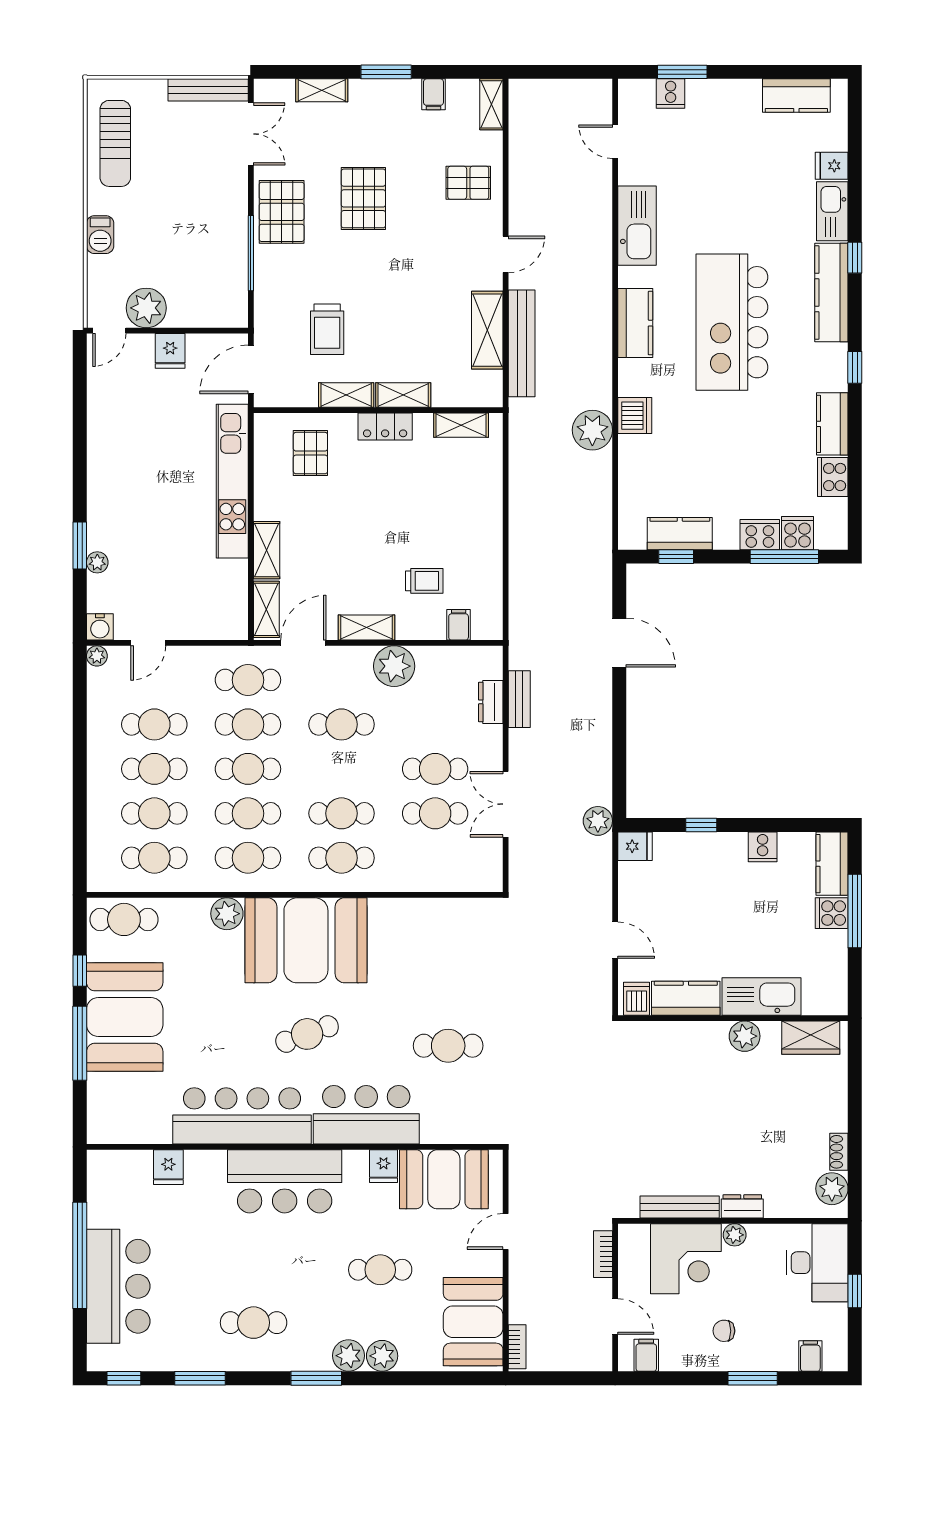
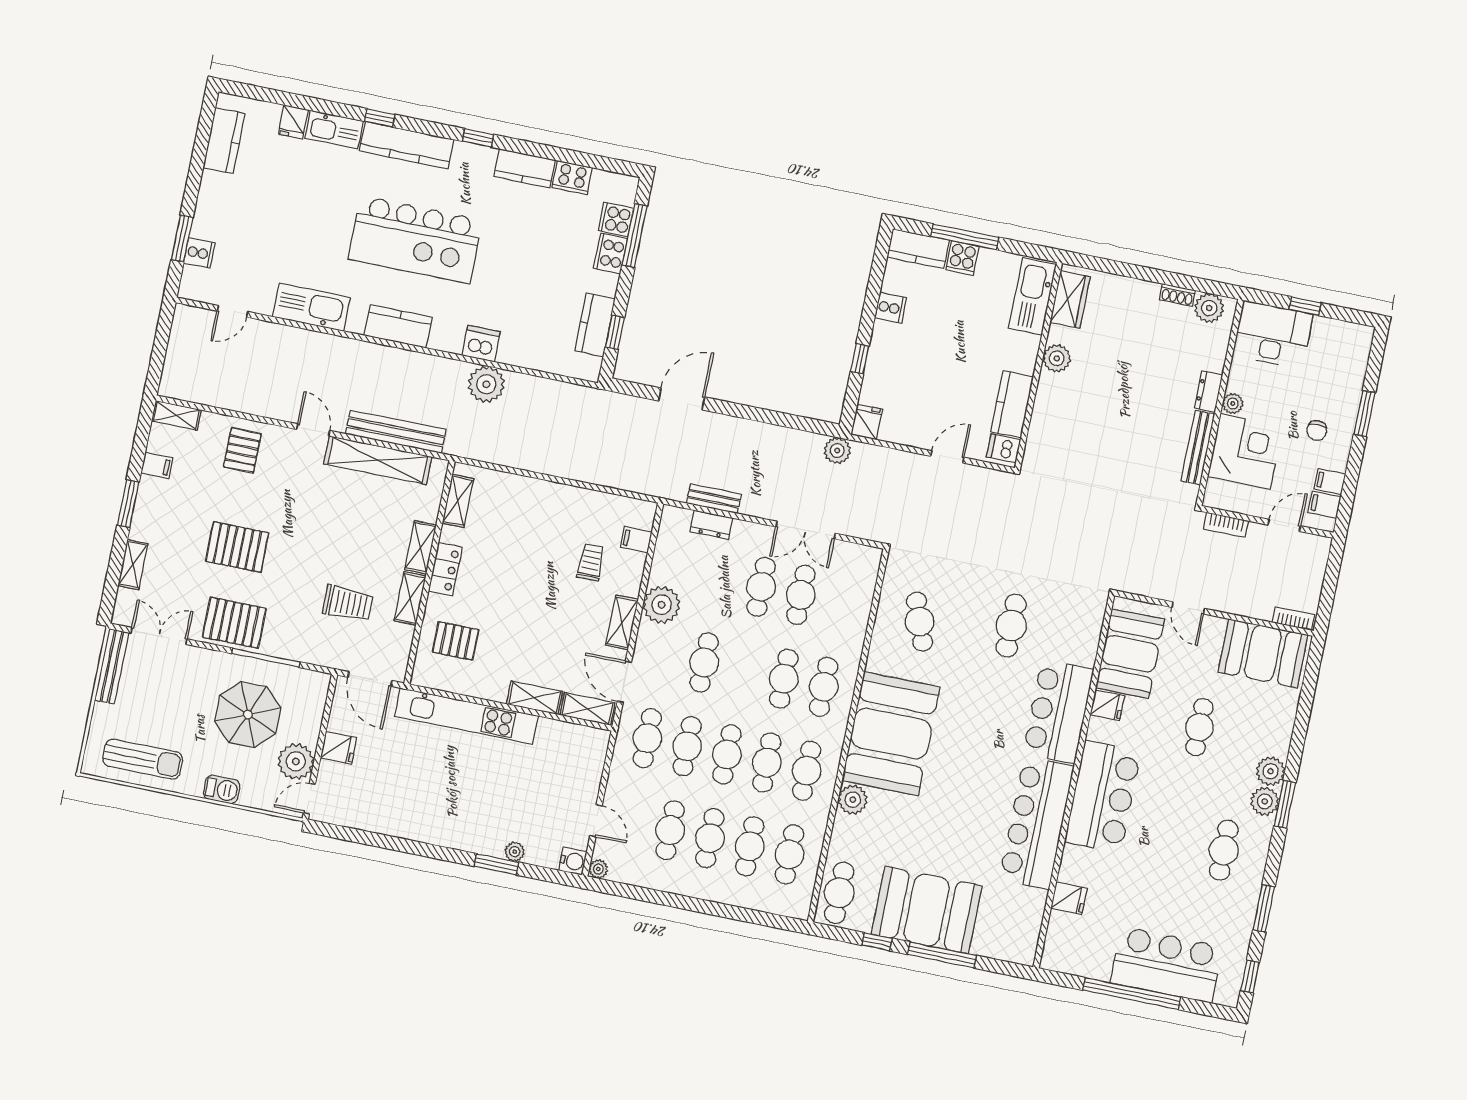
parasol: (186, 246) -> (248, 714), added
shelving: (487, 330) -> (378, 460), width x1.47
door: (109, 331) -> (309, 799), swing flipped
kitchen sink: (762, 996) -> (1032, 296), moved
cafe table: (307, 1034) -> (920, 622), moved
plant: (382, 1356) -> (1265, 801), moved
filing cabinet: (810, 1356) -> (1330, 482), moved

